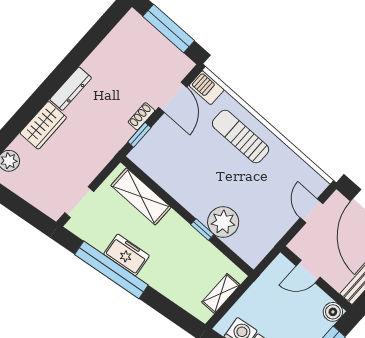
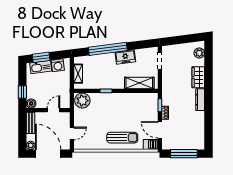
door: (312, 211) -> (72, 134), hinge flipped
plant: (223, 222) -> (82, 101), moved
window: (111, 270) -> (108, 49), moved

